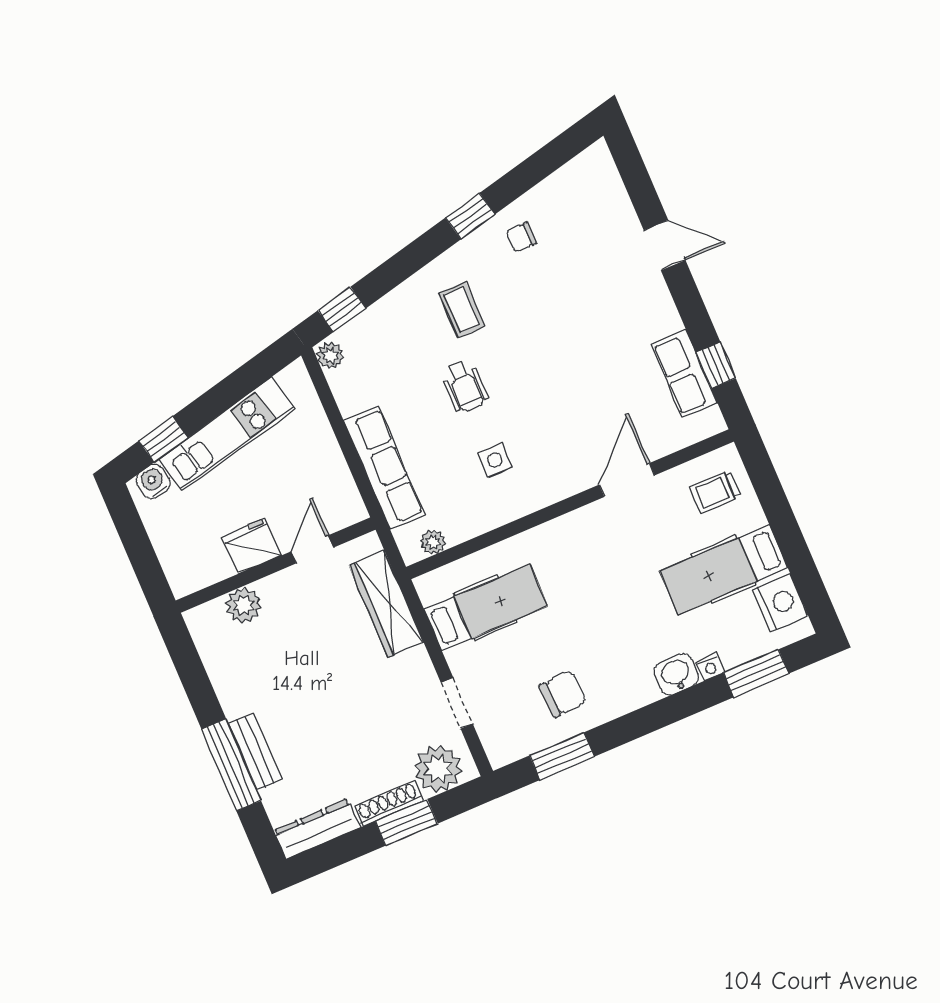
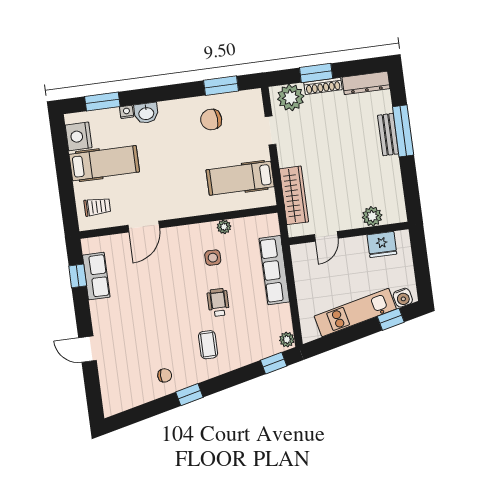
plant: (433, 542) -> (224, 227), moved
fridge: (251, 546) -> (382, 244), moved

